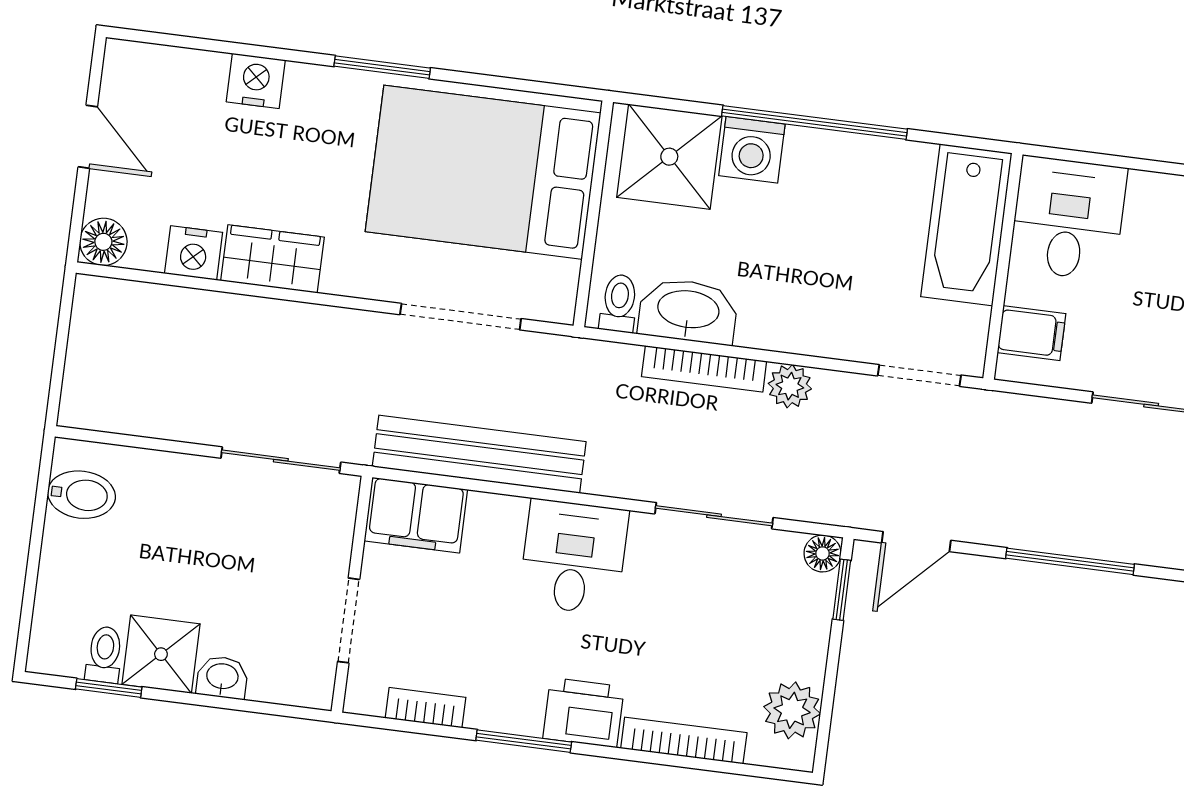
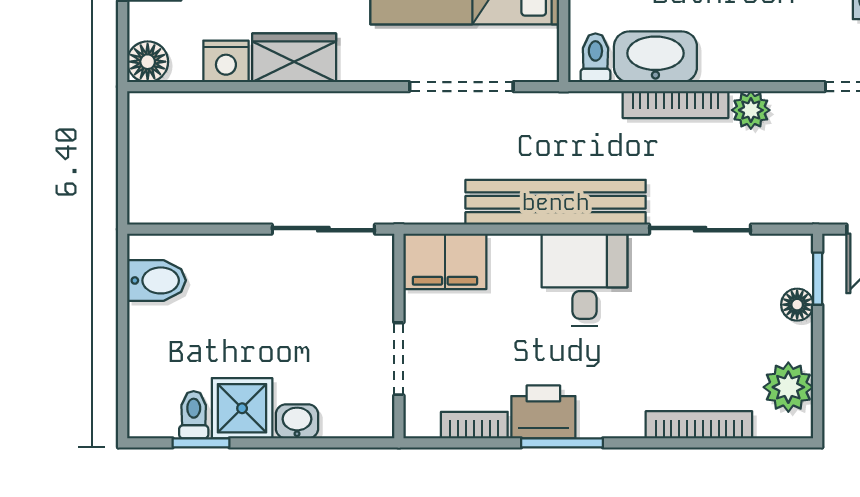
bench: (479, 454) -> (556, 202), moved
floor lamp: (823, 553) -> (797, 305), moved
printer: (583, 713) -> (543, 412), moved

